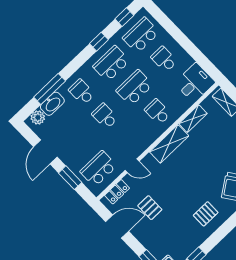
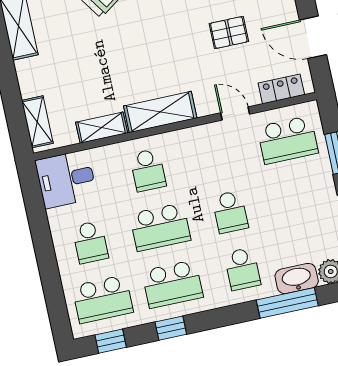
pallet: (150, 208) -> (229, 33), moved, turned 90

